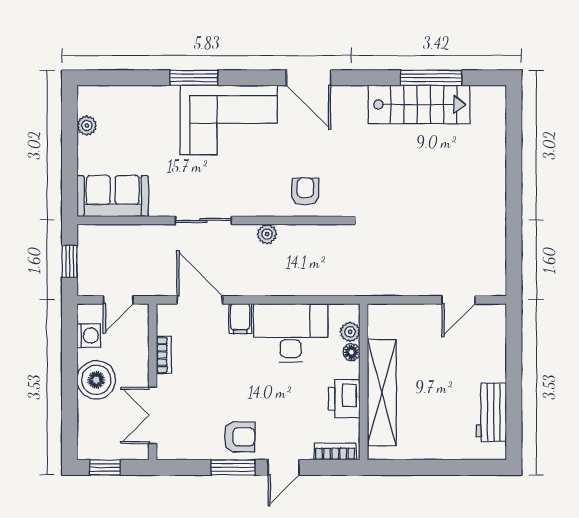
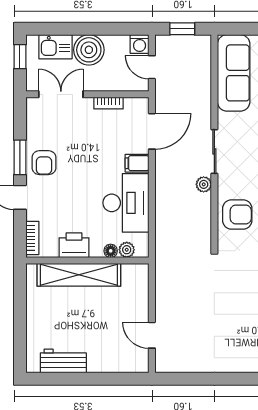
armchair: (305, 191) -> (237, 214), width x1.38, depth x1.38
sofa: (113, 196) -> (234, 73), width x1.36
sliding door: (203, 220) -> (214, 152), moved
washing machine: (89, 336) -> (140, 44), moved
kitchen sink: (92, 422) -> (55, 47), added

